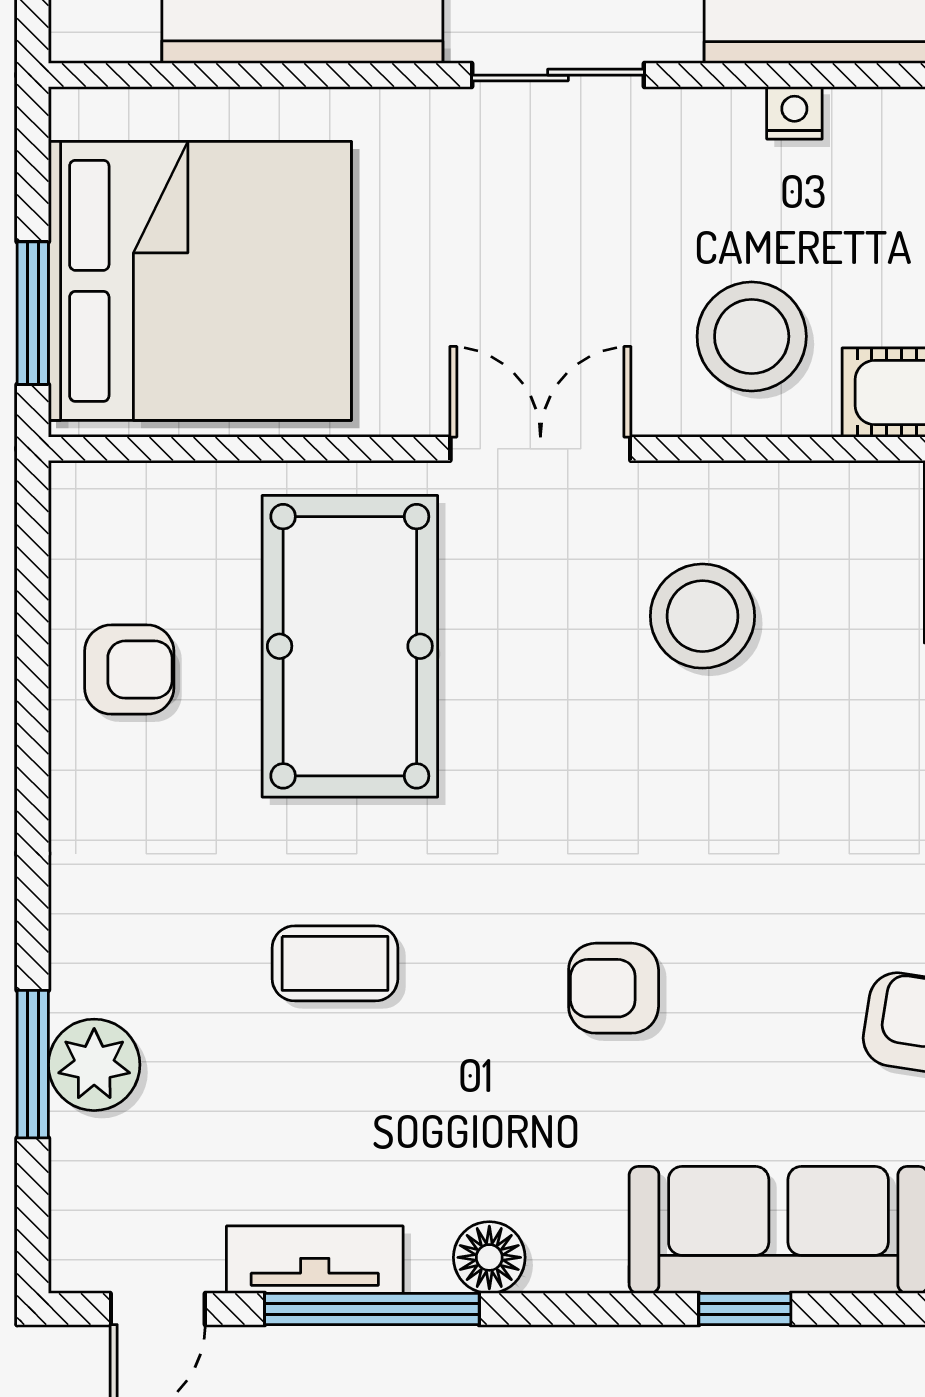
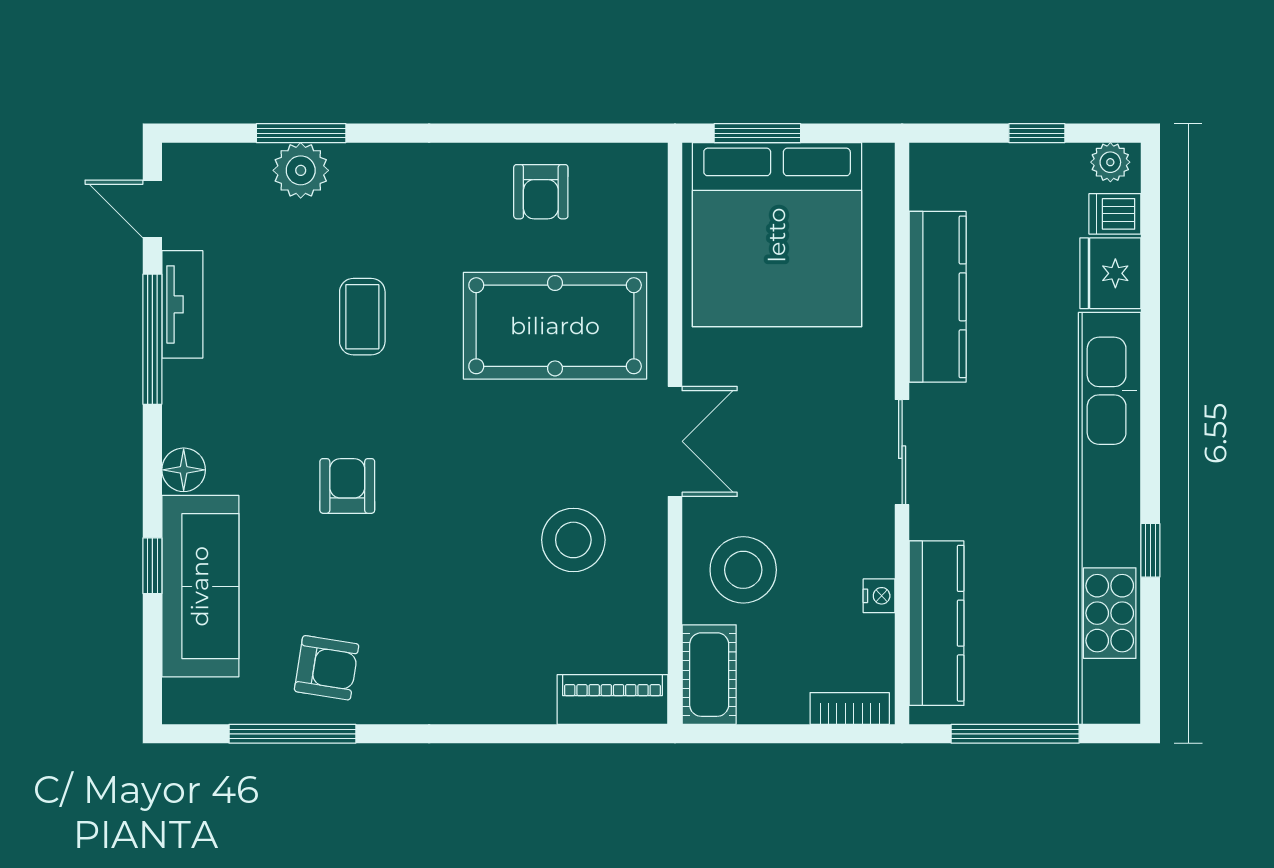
floor lamp: (489, 1257) -> (184, 470), moved

